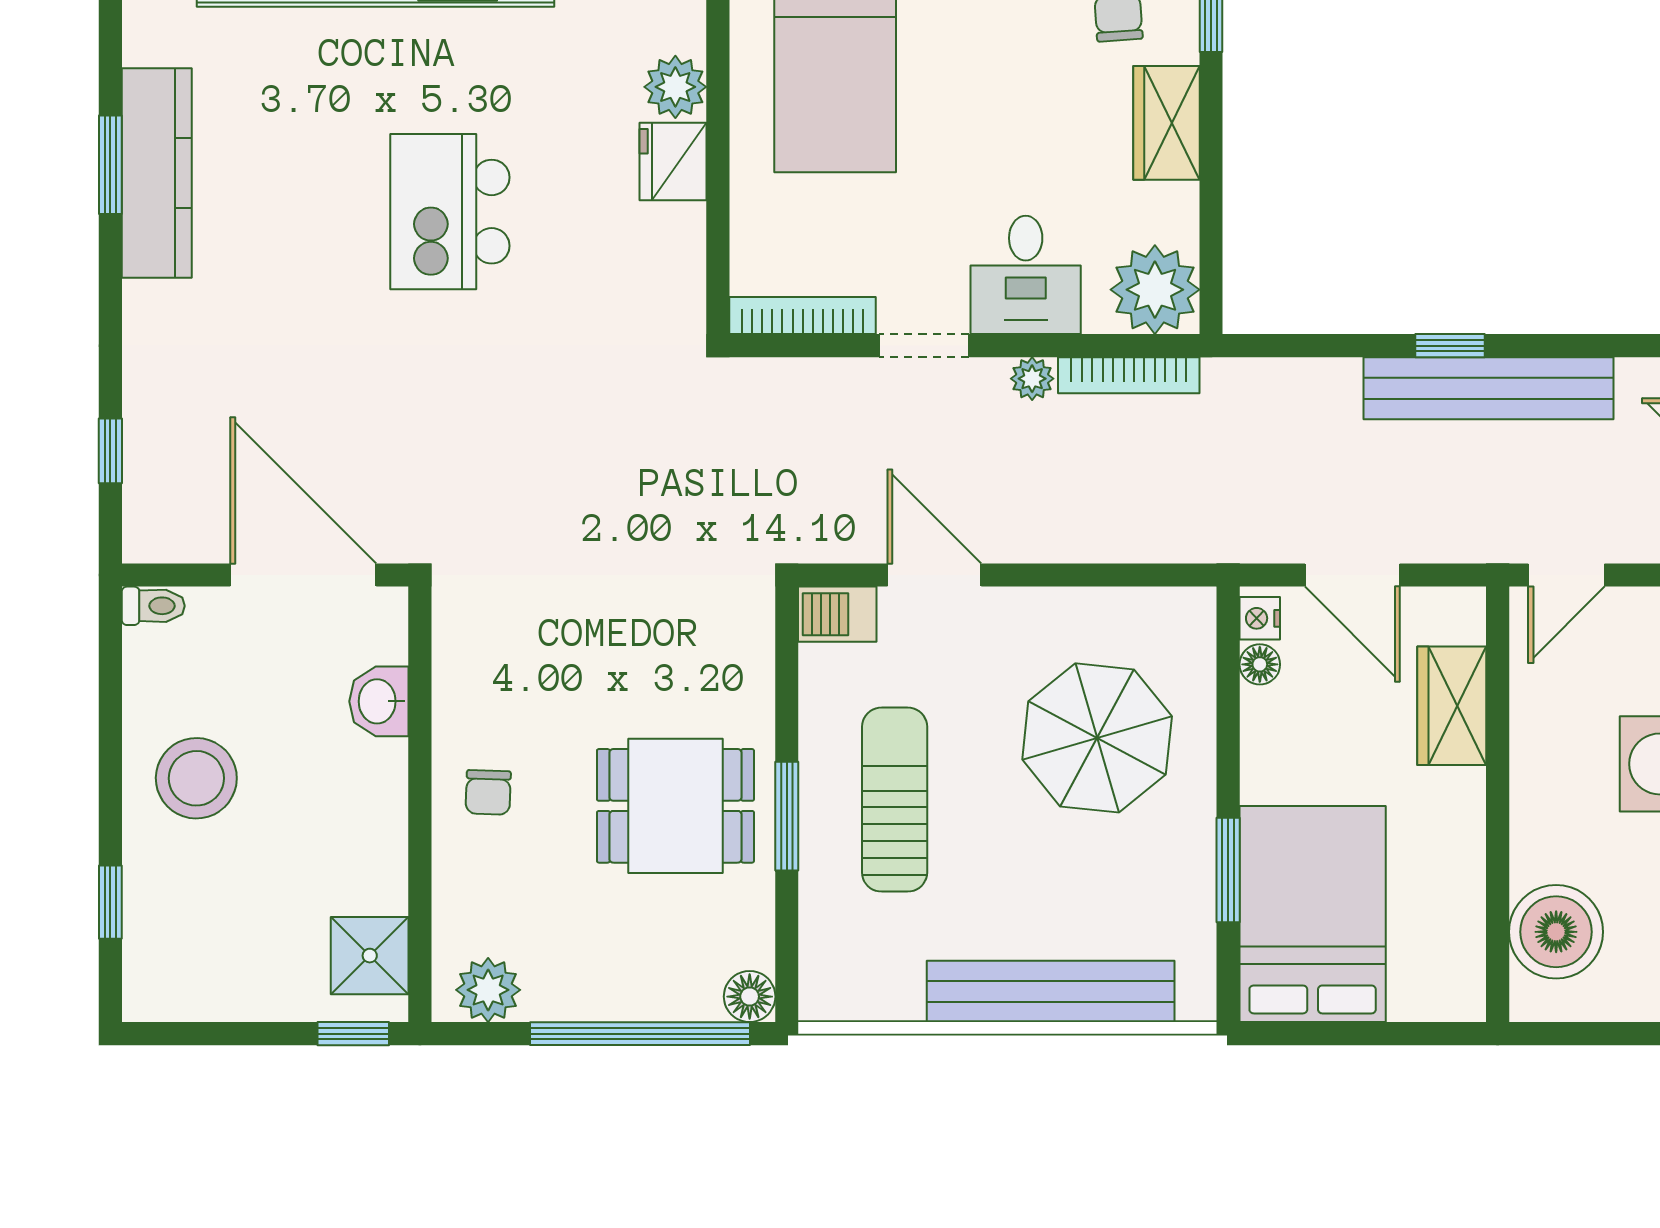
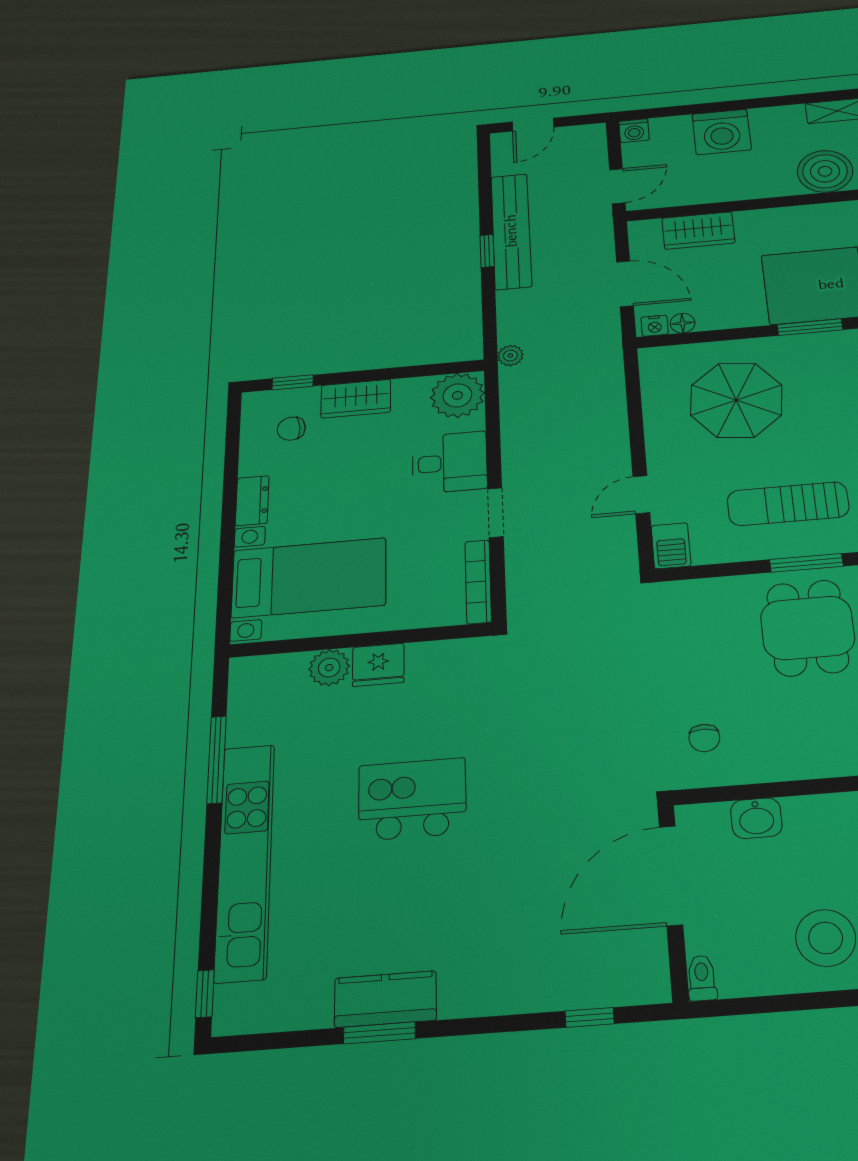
kitchen counter: (157, 173) -> (385, 999), width x0.67
kitchen island: (450, 212) -> (412, 799), turned 180
bookcase: (1129, 375) -> (510, 404), removed
plant: (1032, 379) -> (510, 356), moved
door: (934, 575) -> (641, 495), width x0.73
door: (1352, 575) -> (625, 284), hinge flipped
door: (1566, 575) -> (617, 186), hinge flipped
chair: (488, 792) -> (704, 738), moved, turned 88

